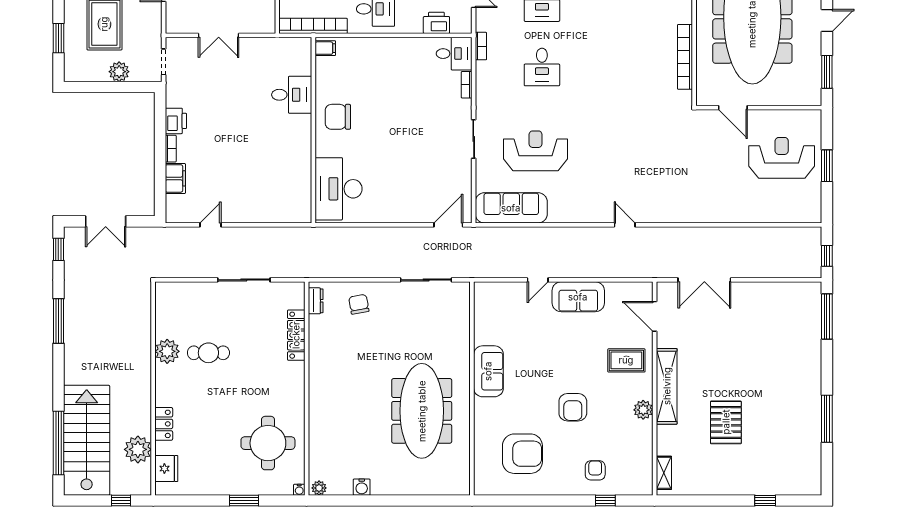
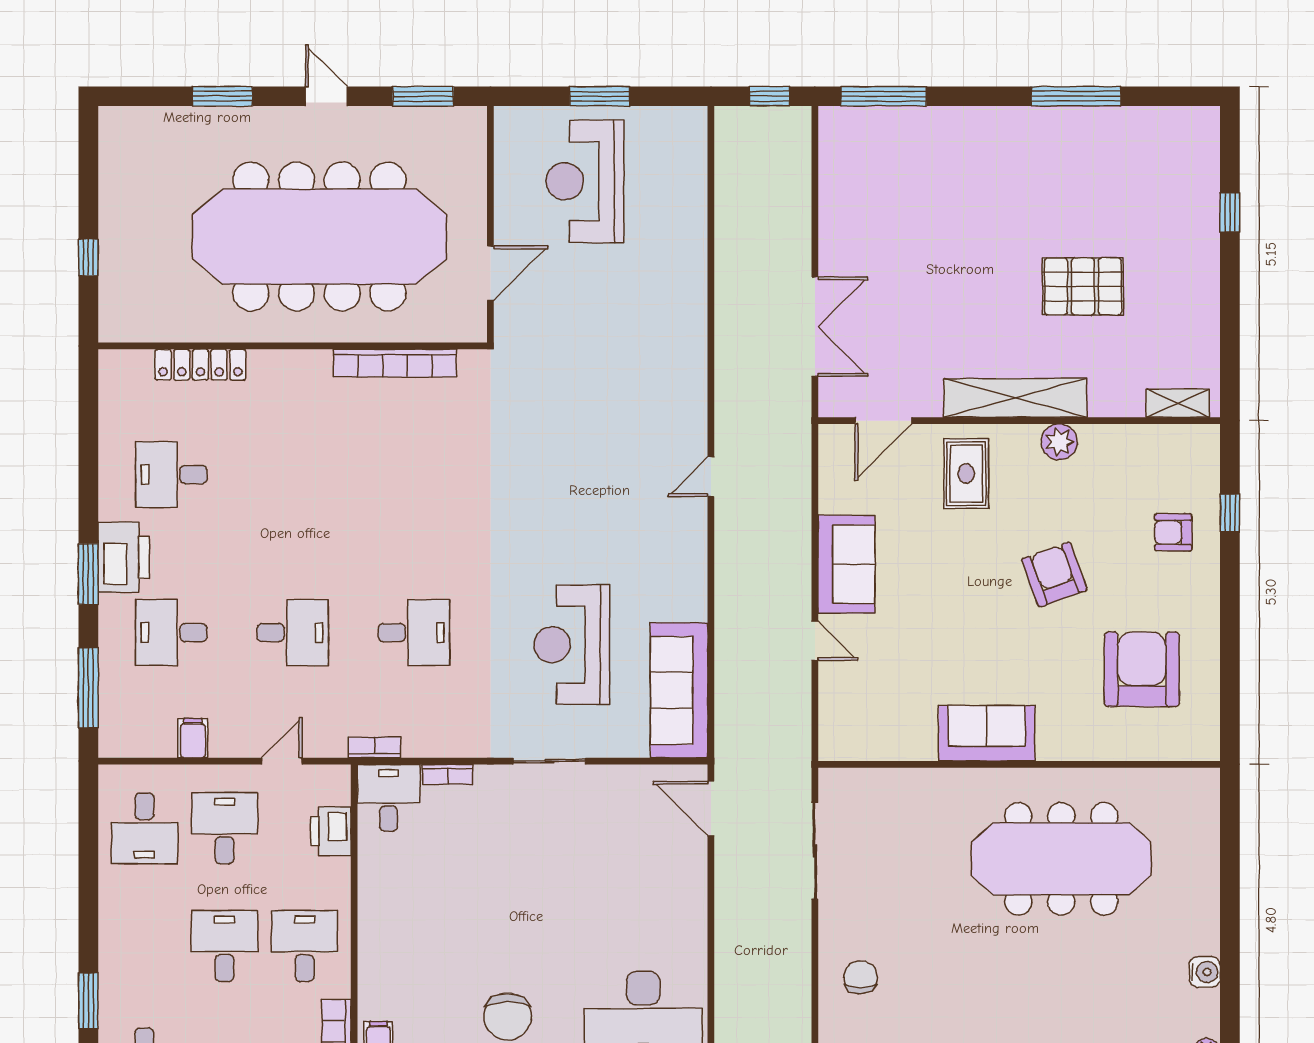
chair: (359, 304) -> (860, 977), turned 100
armchair: (573, 407) -> (1054, 574), turned -110

